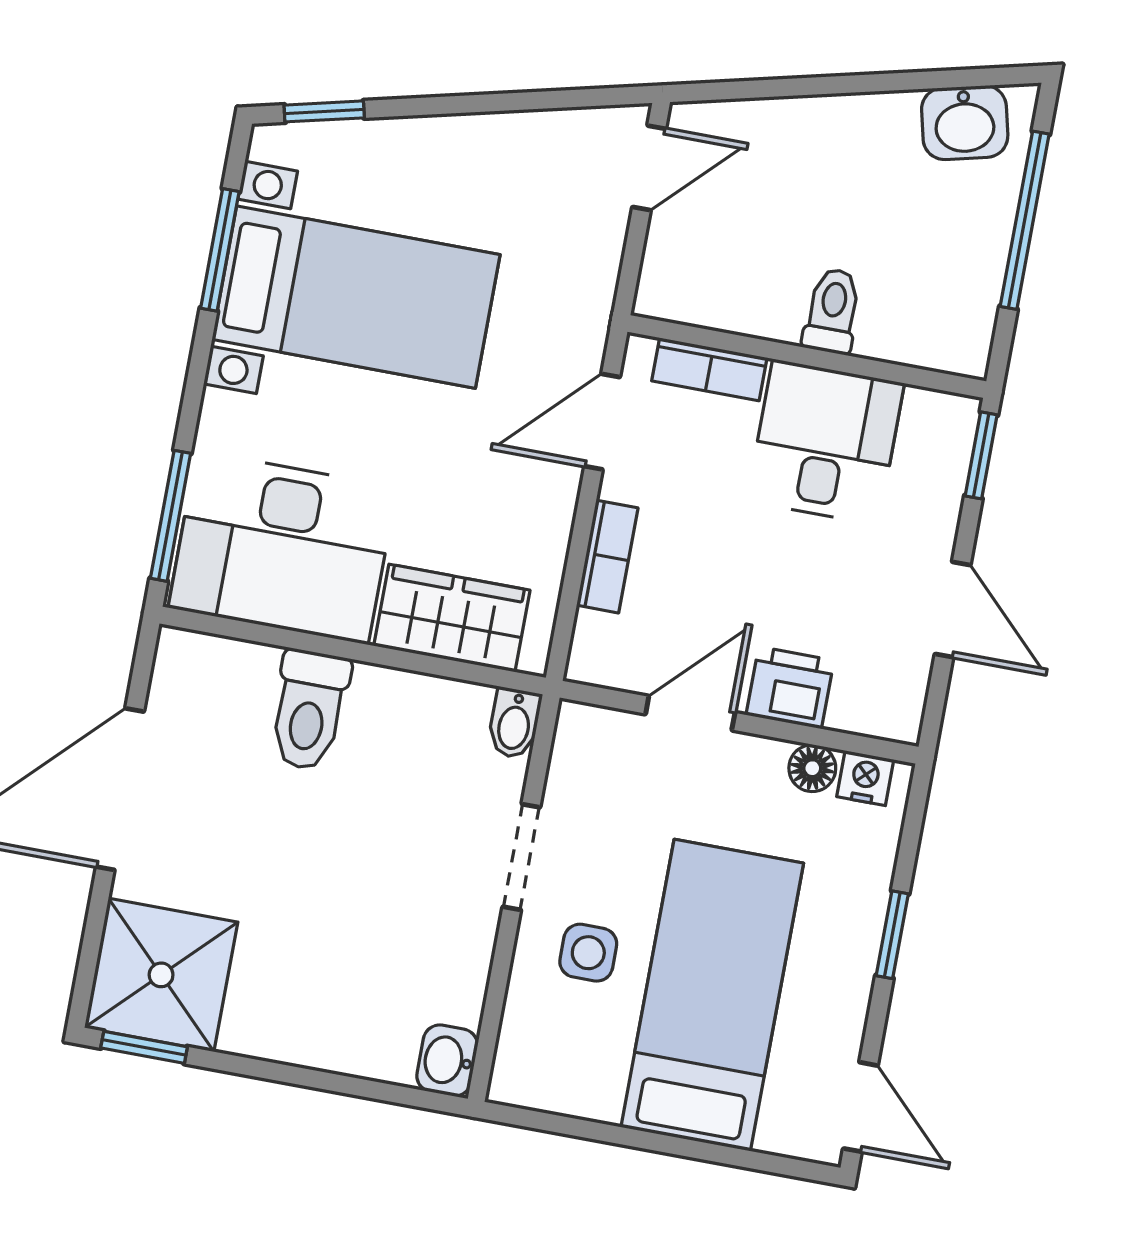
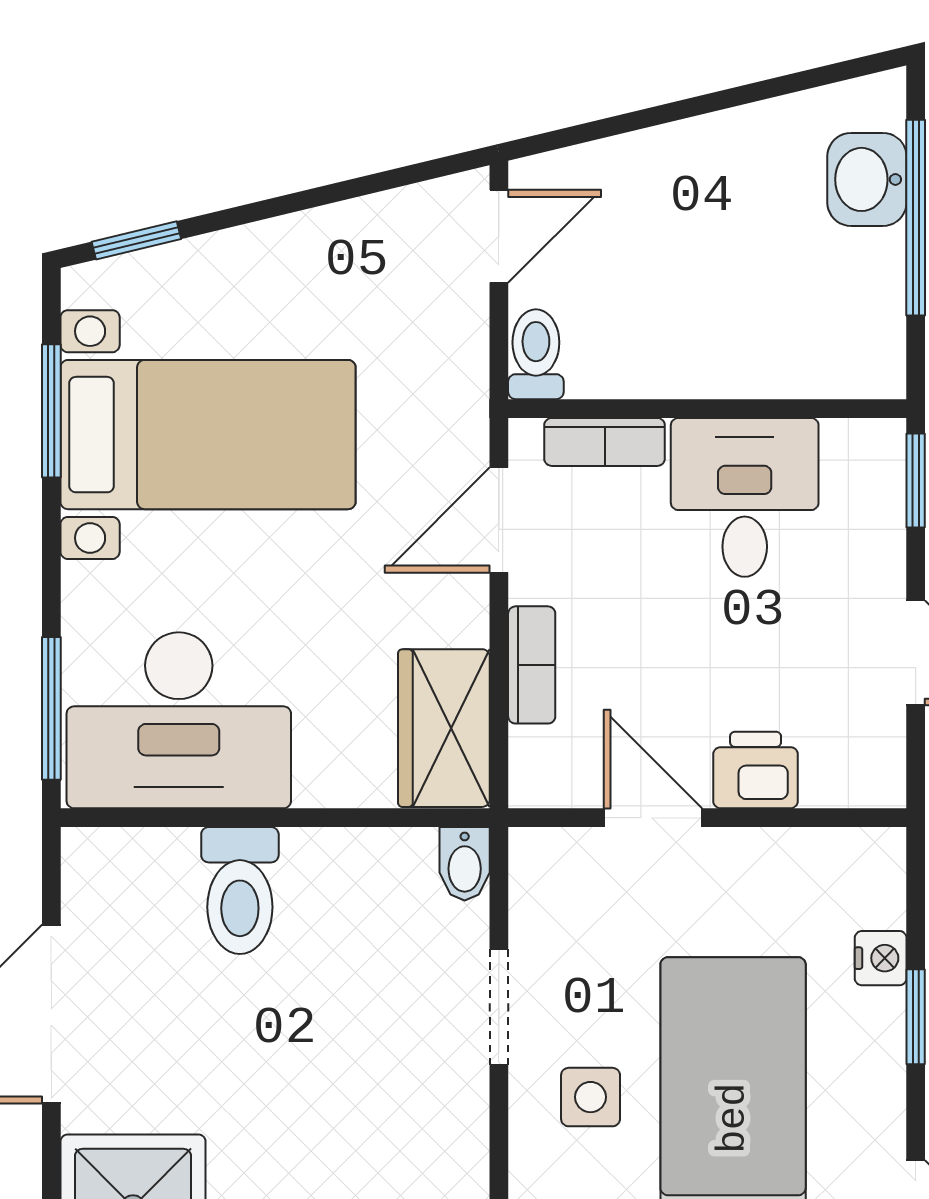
washbasin: (965, 123) -> (867, 179), moved, turned 103
toilet: (832, 311) -> (536, 354), moved
wardrobe: (452, 618) -> (444, 728), moved, turned -90
door: (690, 713) -> (653, 818), hinge flipped
floor lamp: (812, 768) -> (796, 853), removed
nightstand: (865, 778) -> (881, 958), moved, turned 90

